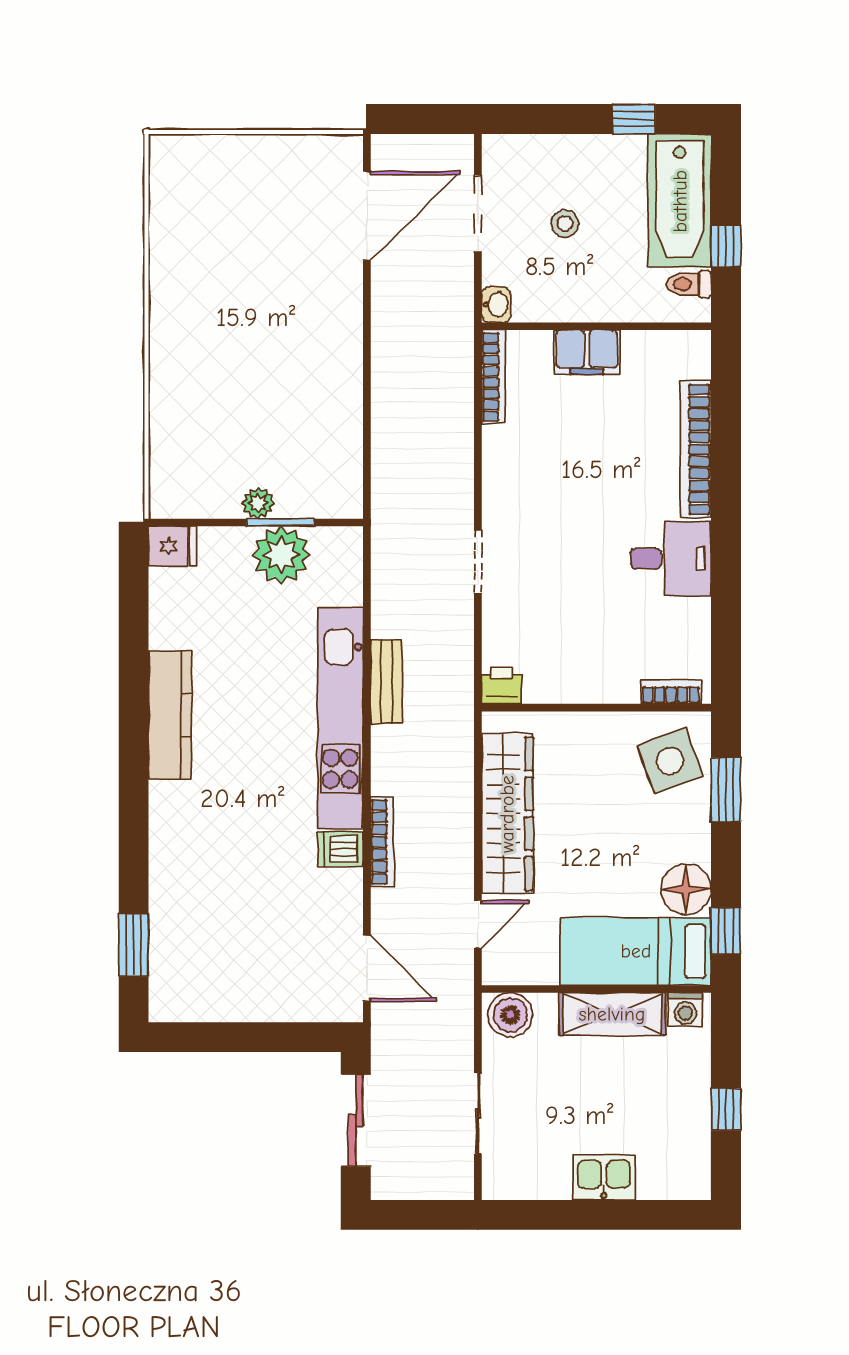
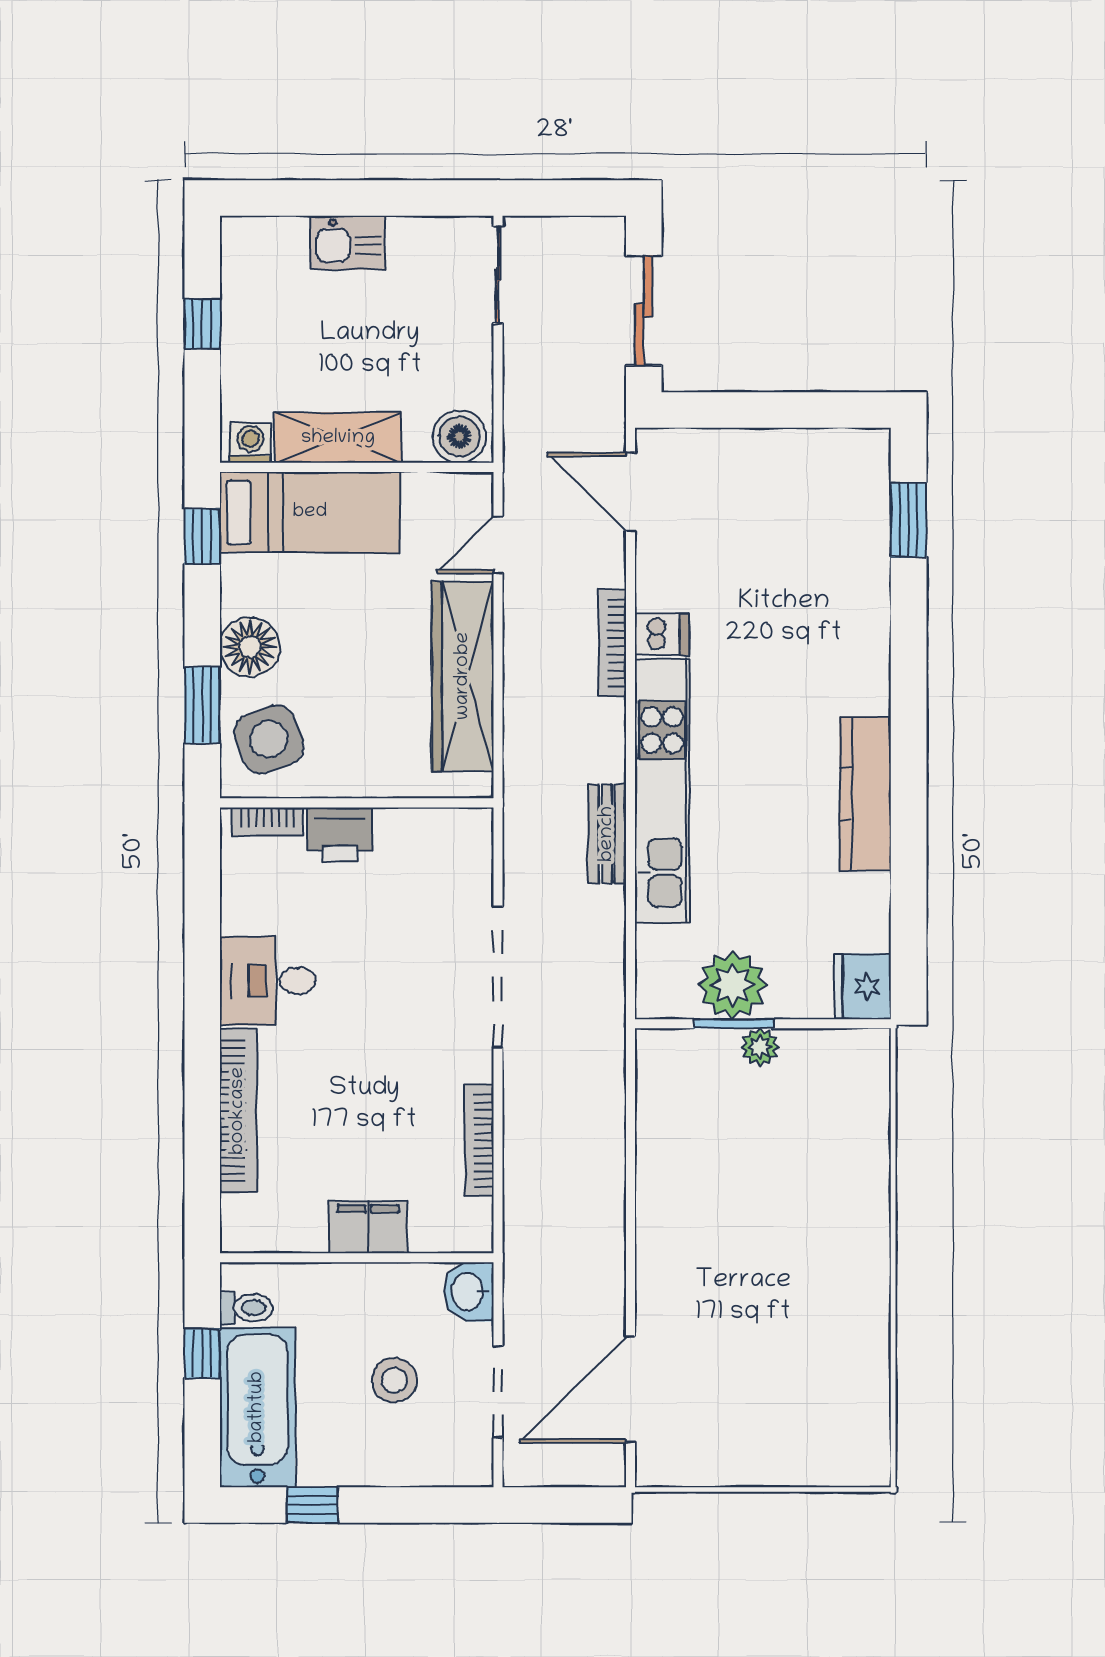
stool: (565, 224) -> (394, 1380), width x1.37, depth x1.37
washbasin: (496, 305) -> (469, 1292), width x1.38, depth x1.45
bookcase: (494, 377) -> (479, 1141), moved
fridge: (172, 546) -> (863, 986), width x1.38
doorway: (478, 562) -> (498, 977), width x1.88
printer: (502, 686) -> (340, 834), moved, width x1.36, depth x1.24
floor lamp: (686, 889) -> (250, 647), moved
sliding door: (478, 1114) -> (498, 275), moved

